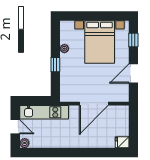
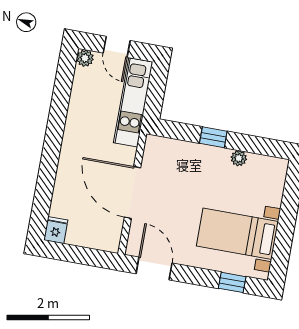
bed with nightstands: (100, 42) -> (237, 234), width x0.73
door: (133, 74) -> (154, 268), moved
door: (15, 127) -> (117, 47), hinge flipped

